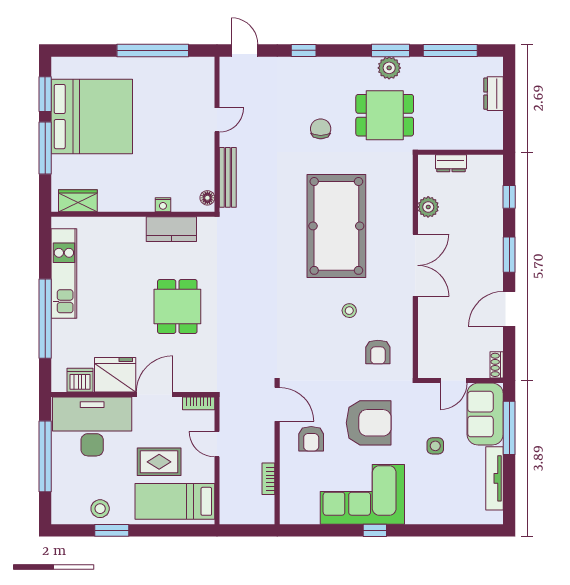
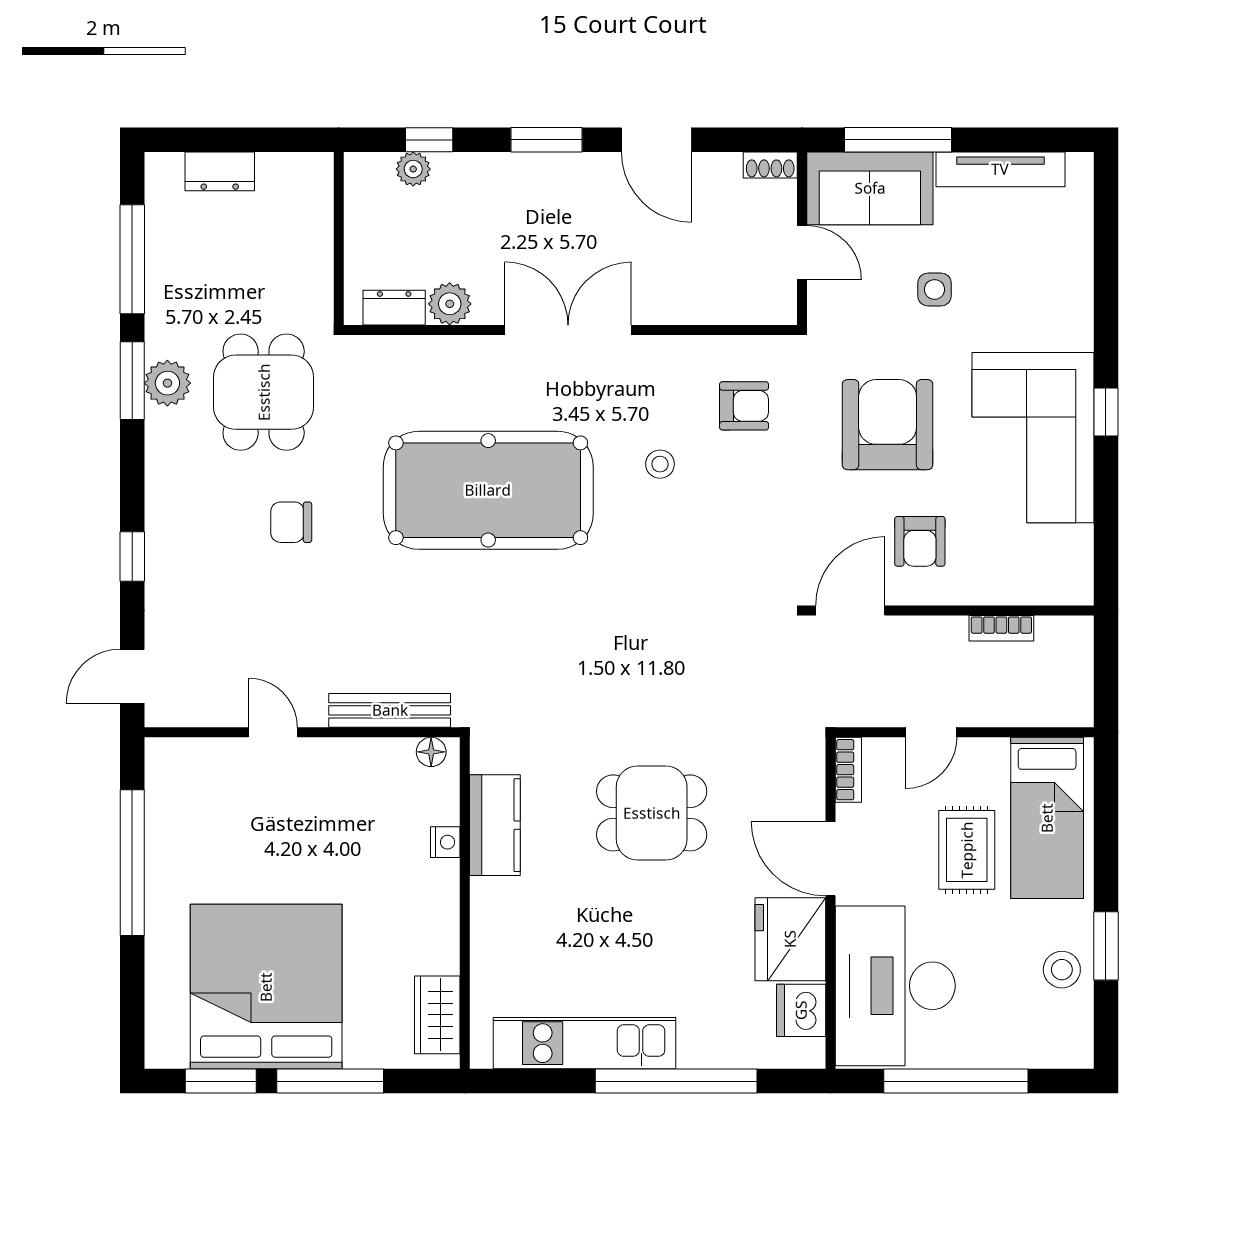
dresser: (451, 163) -> (394, 308), moved, turned -90
plant: (495, 189) -> (413, 169), added
armchair: (311, 439) -> (920, 541), turned 90

